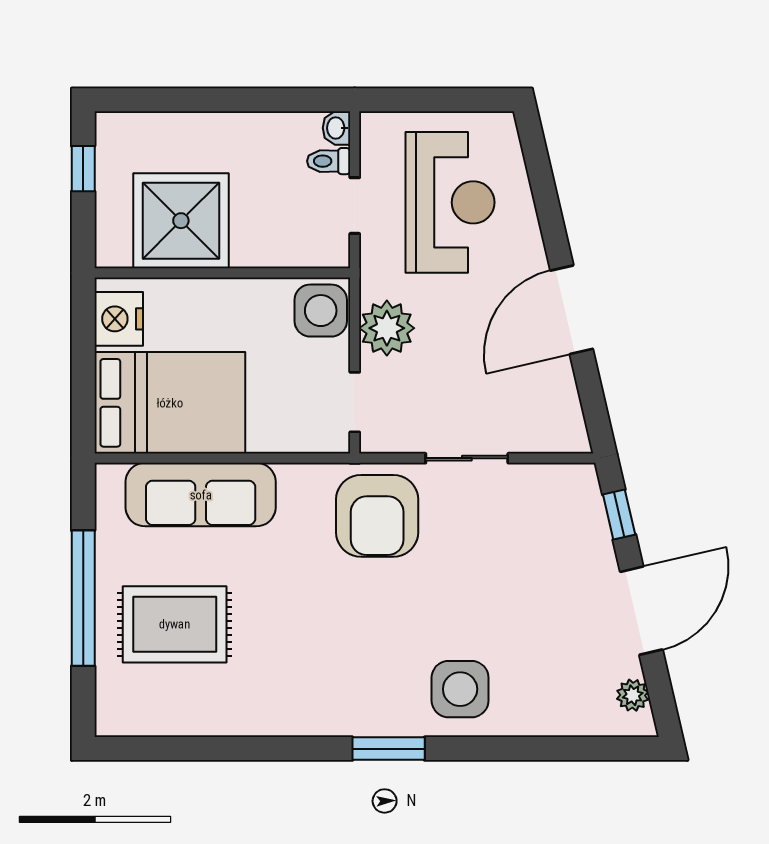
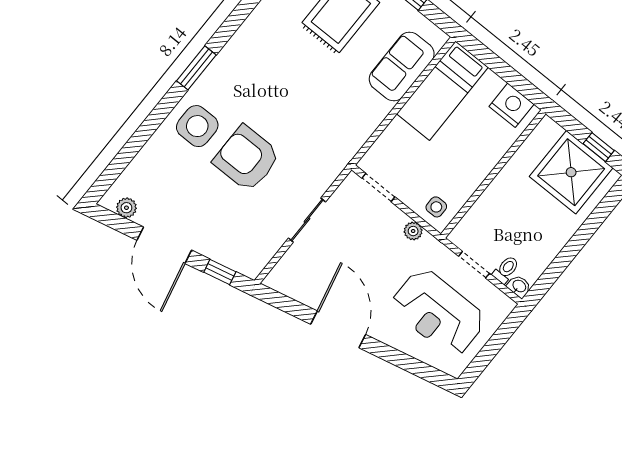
shower: (181, 221) -> (571, 172), moved
side table: (321, 311) -> (436, 207), width x0.54, depth x0.54
plant: (387, 328) -> (413, 231), width x0.53, depth x0.53
bed: (170, 403) -> (442, 91), width x0.67
sofa: (201, 495) -> (402, 67), width x0.73
armchair: (377, 516) -> (247, 158), moved

